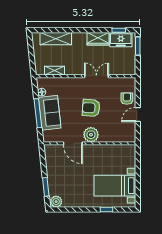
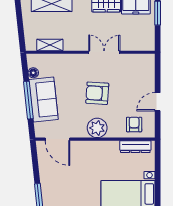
armchair: (127, 99) -> (134, 124), moved
door: (73, 143) -> (57, 139), moved
dresser: (121, 149) -> (135, 147), added

